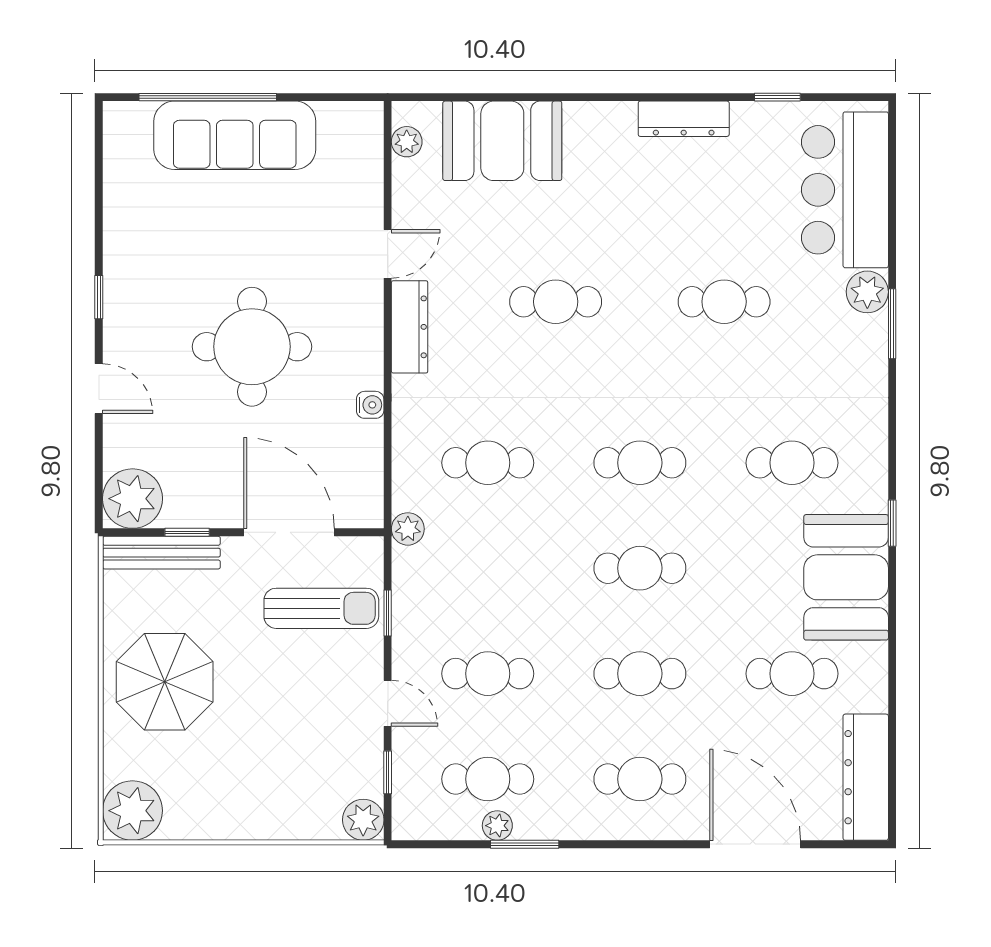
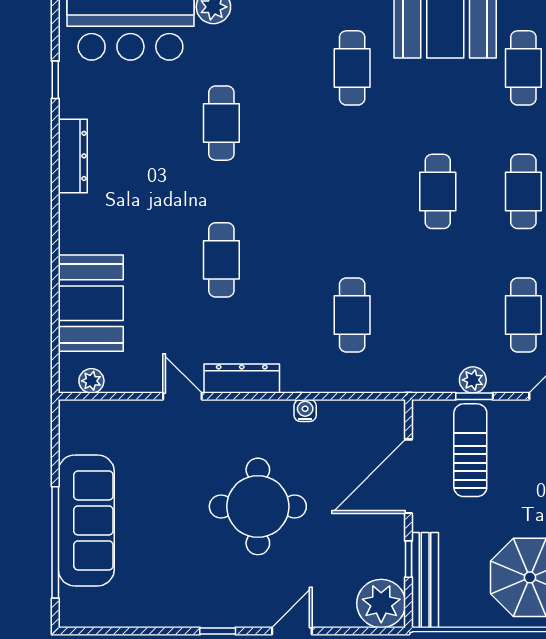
cafe table: (640, 463) -> (352, 191), removed
plant: (408, 529) -> (473, 380), moved

